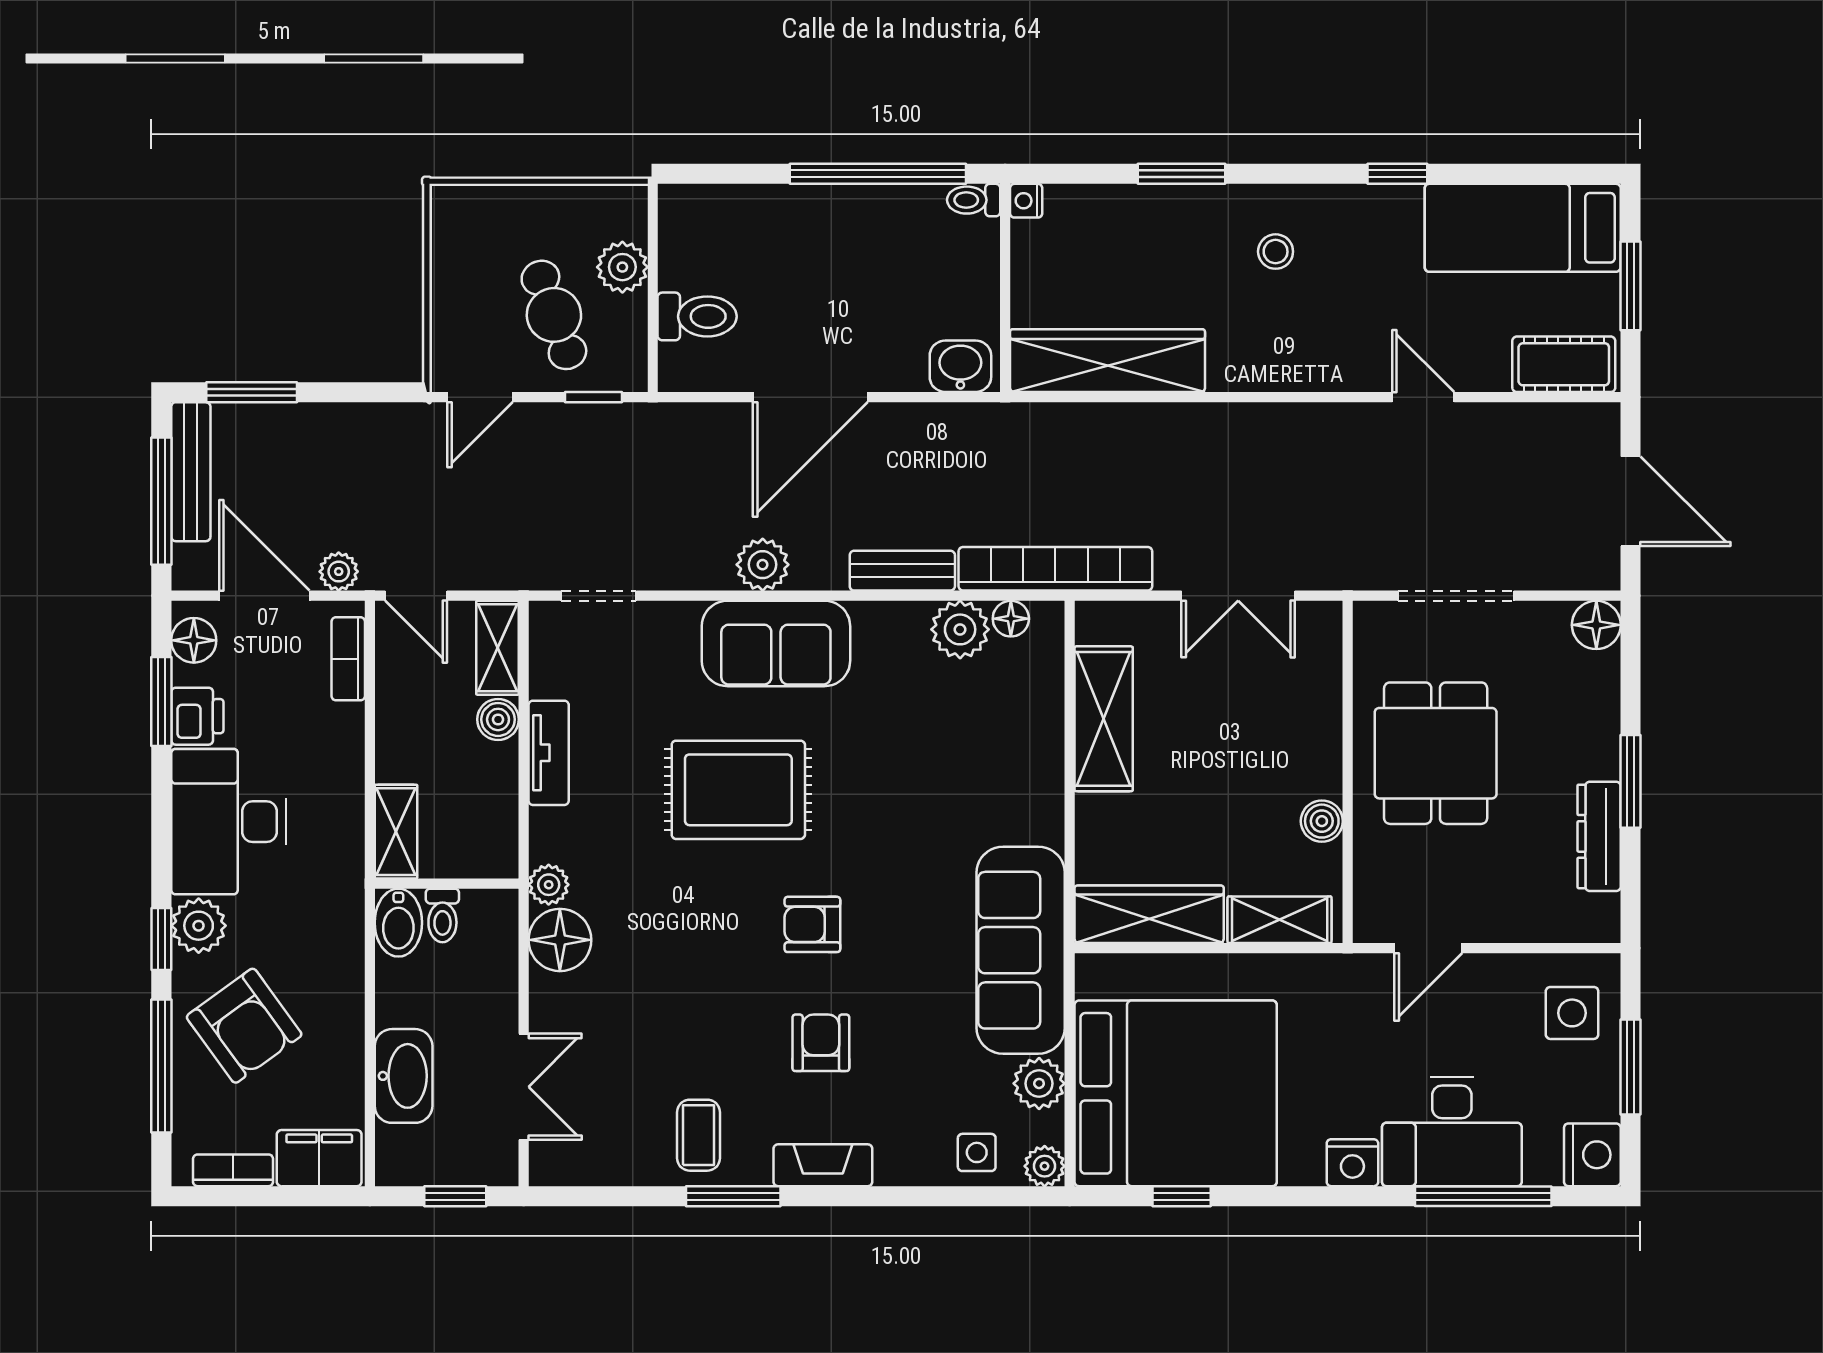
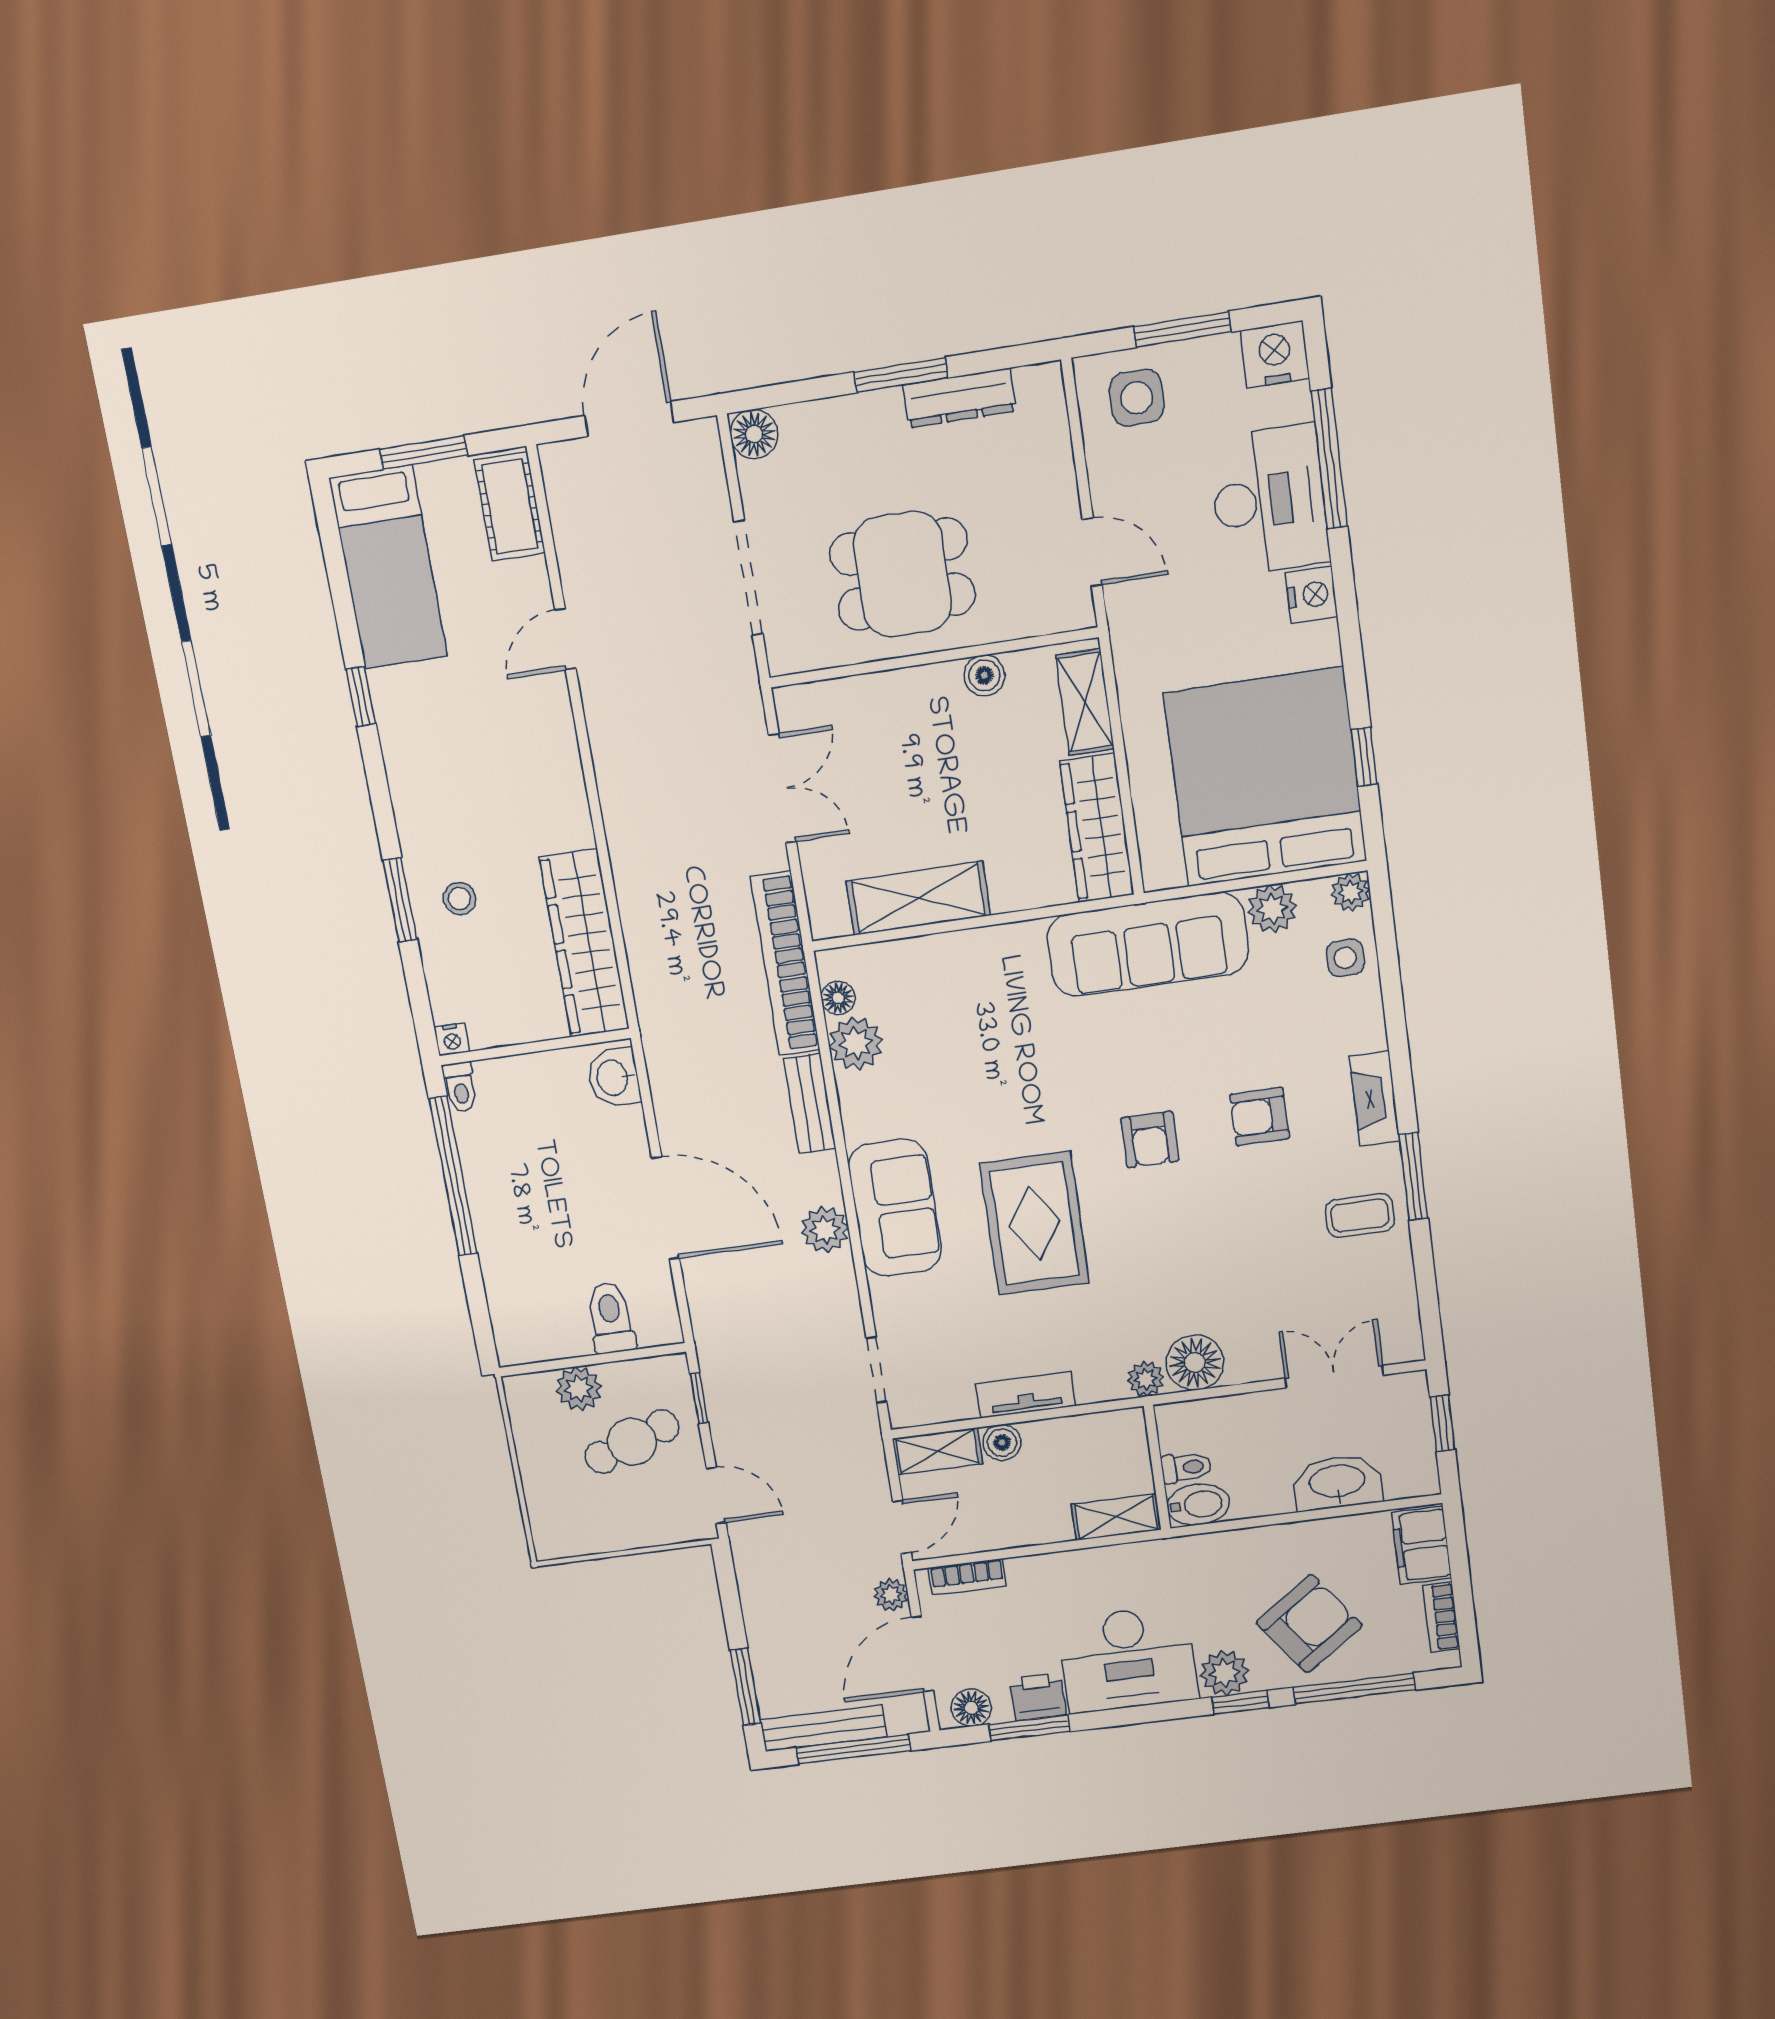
stool: (1276, 252) -> (459, 899), moved

